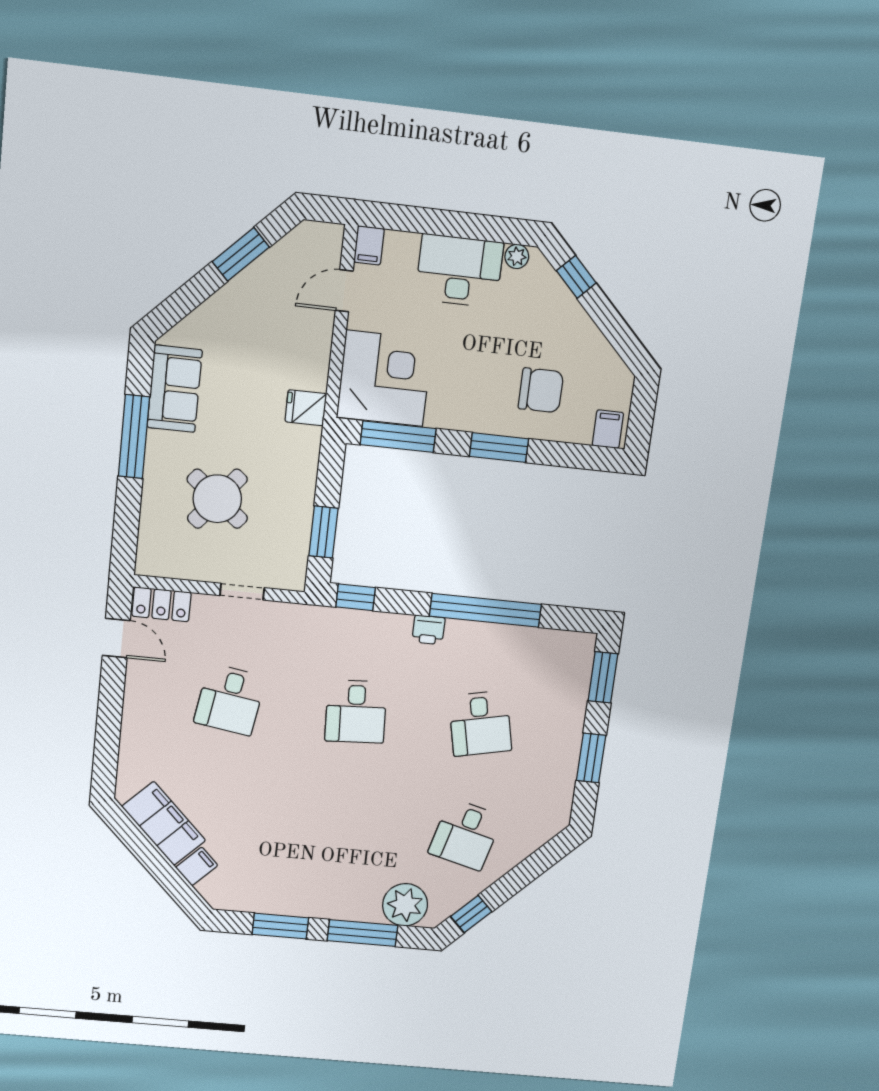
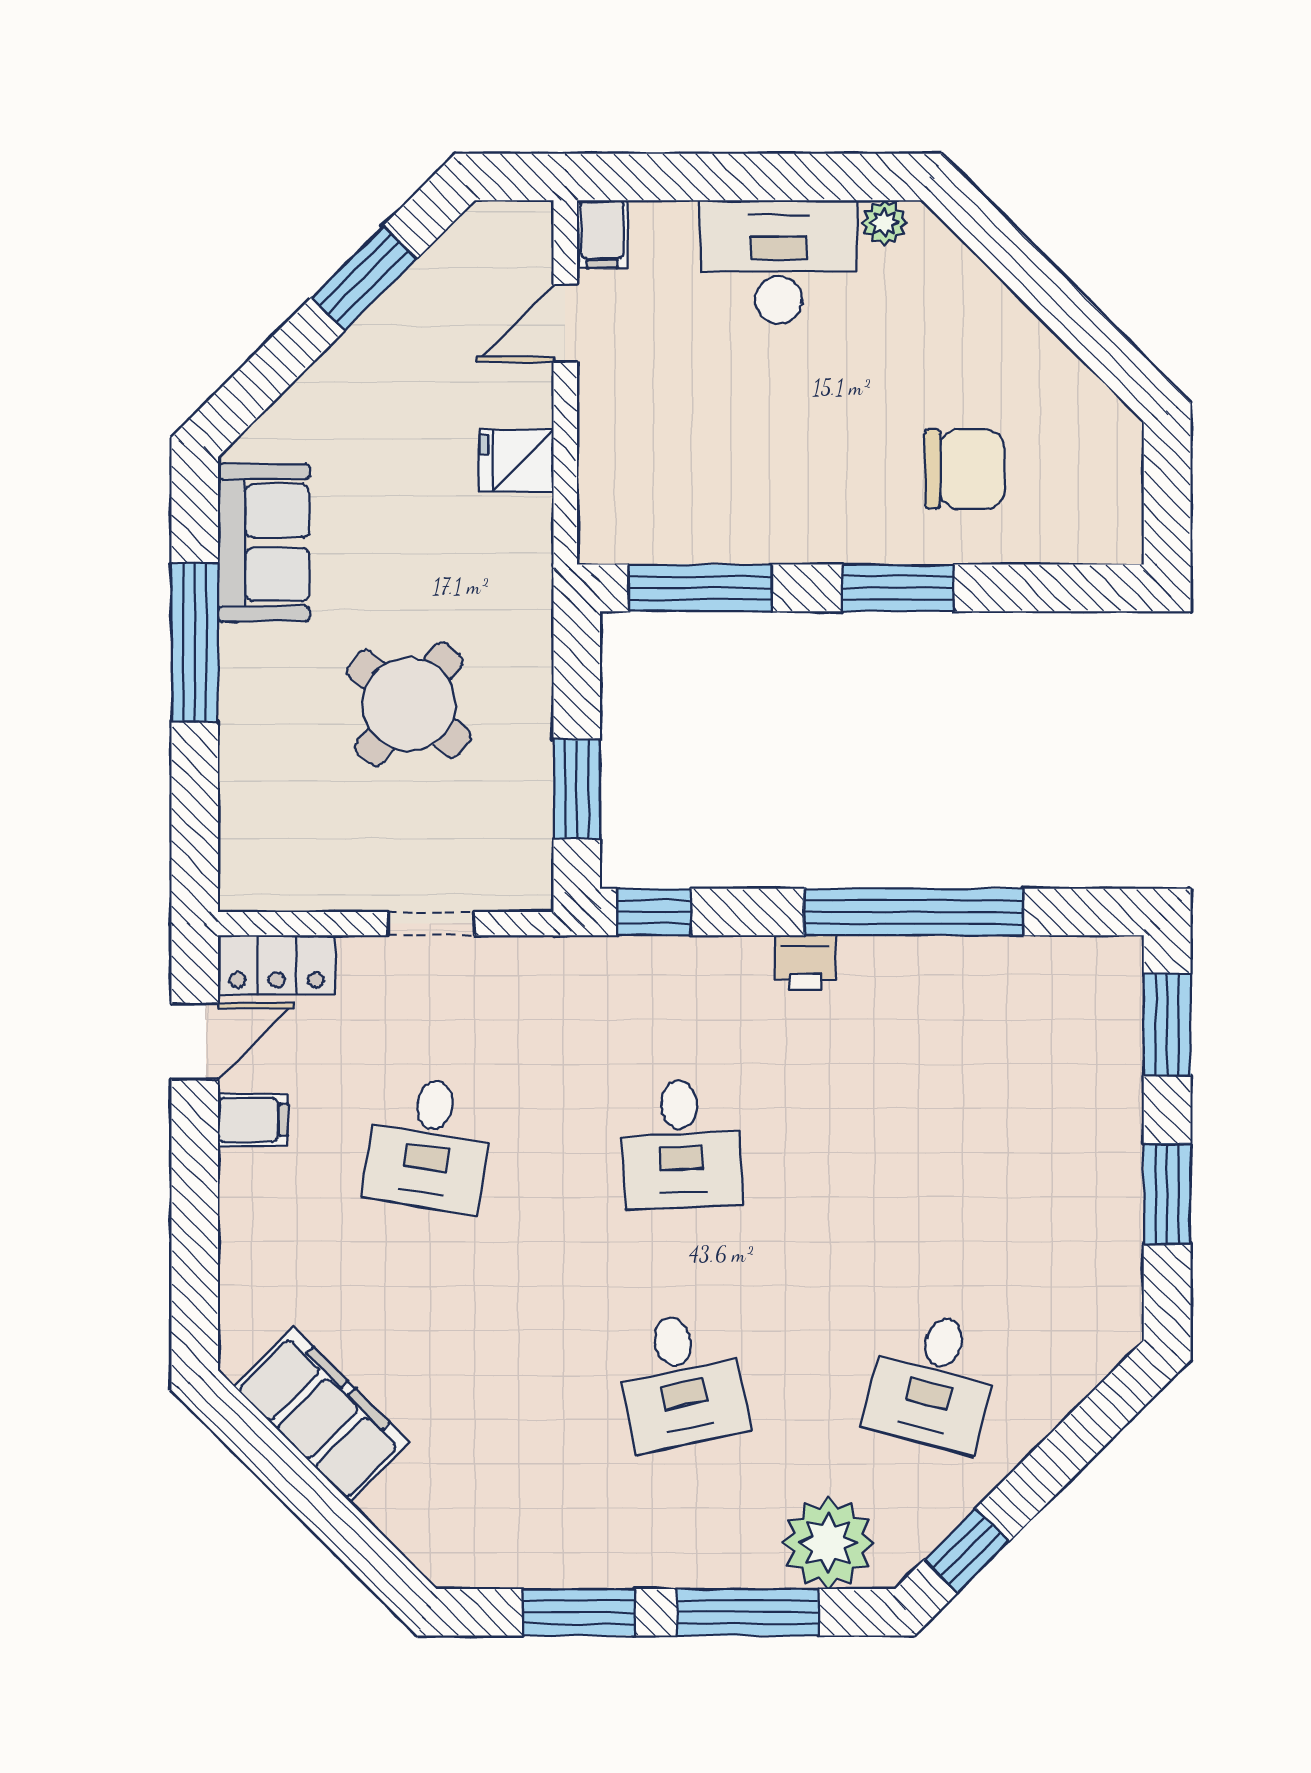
window: (576, 277) -> (1003, 248), removed
corner desk: (385, 378) -> (661, 479), removed
fridge: (306, 408) -> (516, 461), moved
filing cabinet: (608, 429) -> (1105, 529), removed
round table: (217, 499) -> (409, 704), moved
door: (116, 638) -> (195, 1042), hinge flipped
desk: (480, 723) -> (681, 1380), moved
filing cabinet: (197, 866) -> (253, 1120), moved, turned 45

